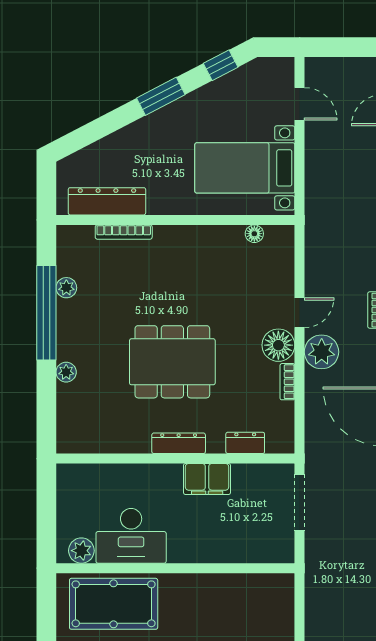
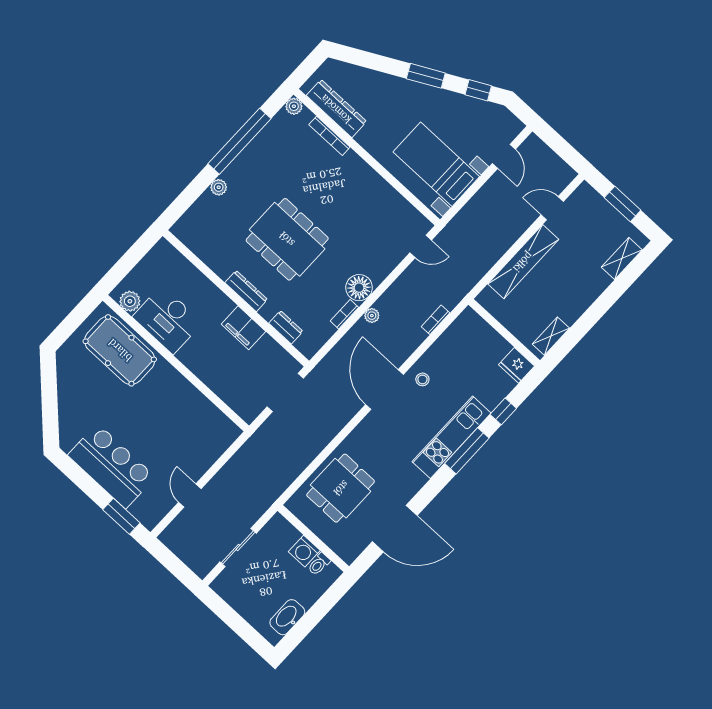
floor lamp: (254, 234) -> (406, 208), removed
plant: (66, 288) -> (294, 106), moved
door: (300, 313) -> (421, 246), moved
plant: (322, 352) -> (372, 316), width x0.53, depth x0.53

